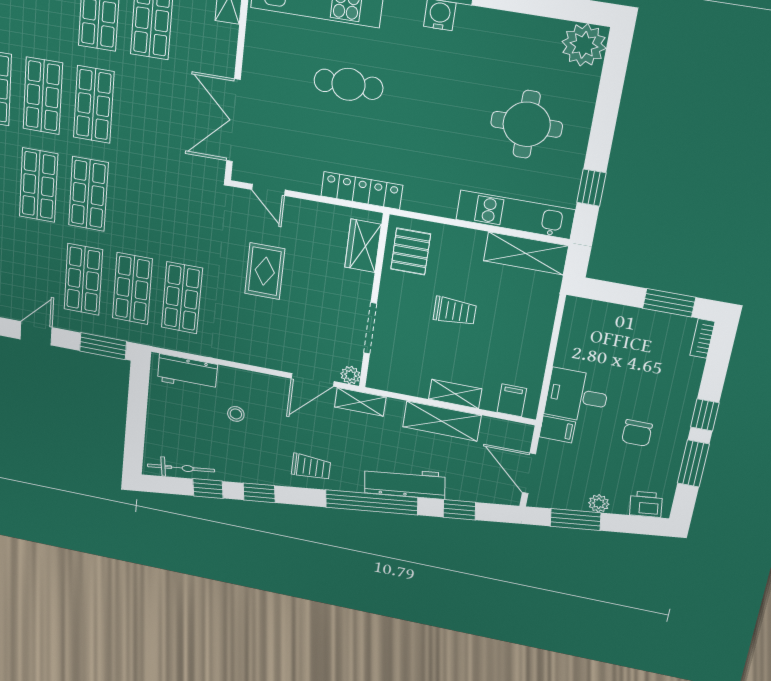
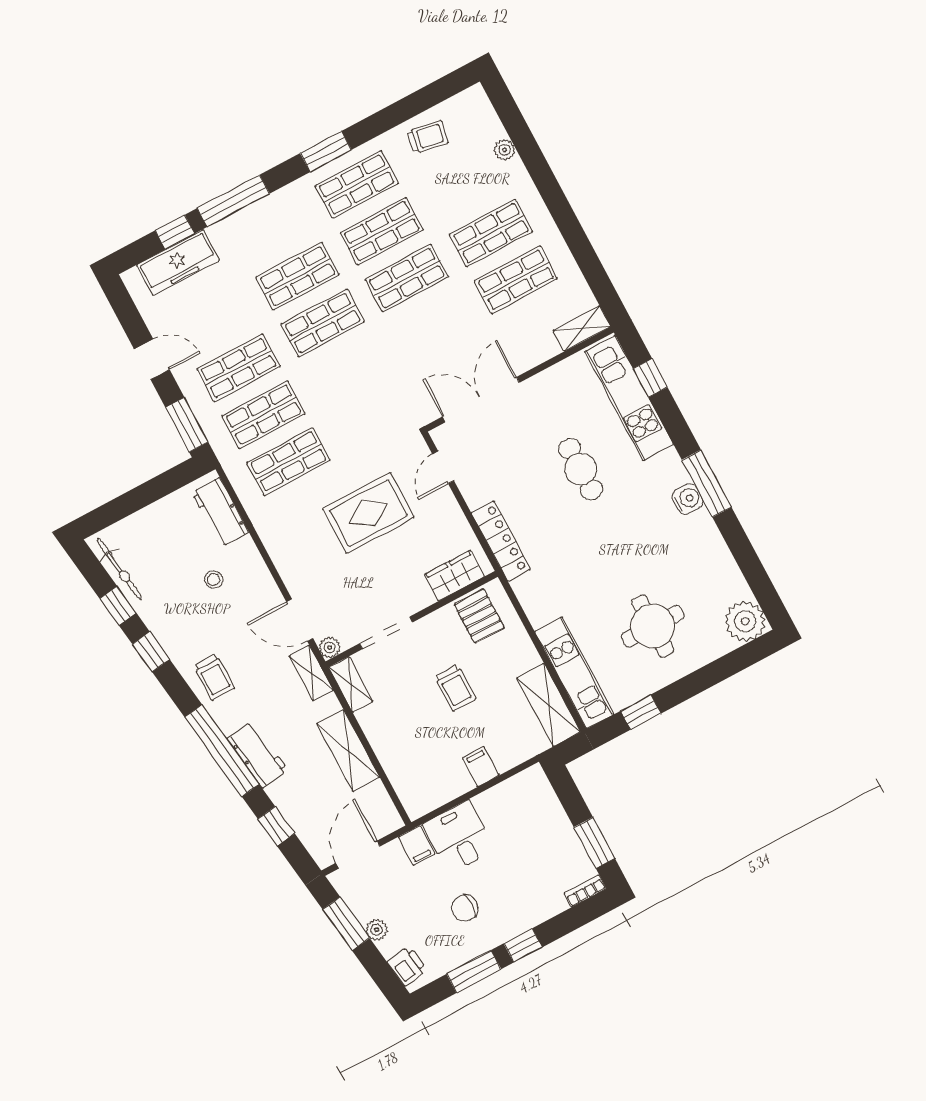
pallet: (411, 252) -> (479, 616), turned 90
rug: (265, 271) -> (368, 513), width x1.36, depth x1.43
shelving: (455, 394) -> (351, 684), moved
filing cabinet: (512, 400) -> (481, 767), moved, turned -90
workbench: (405, 483) -> (257, 754), width x0.73

